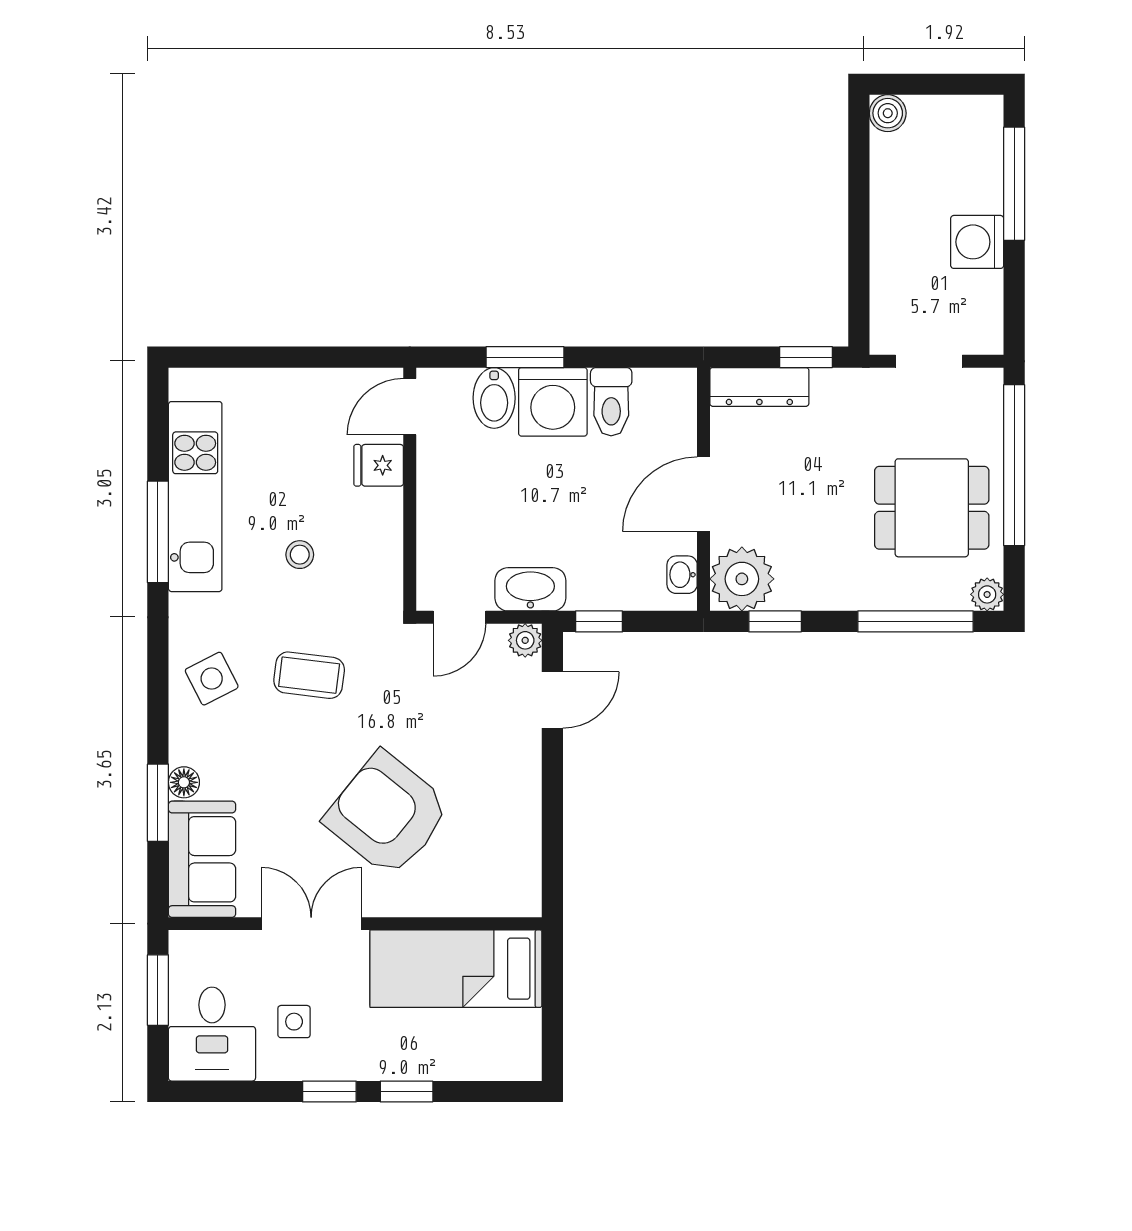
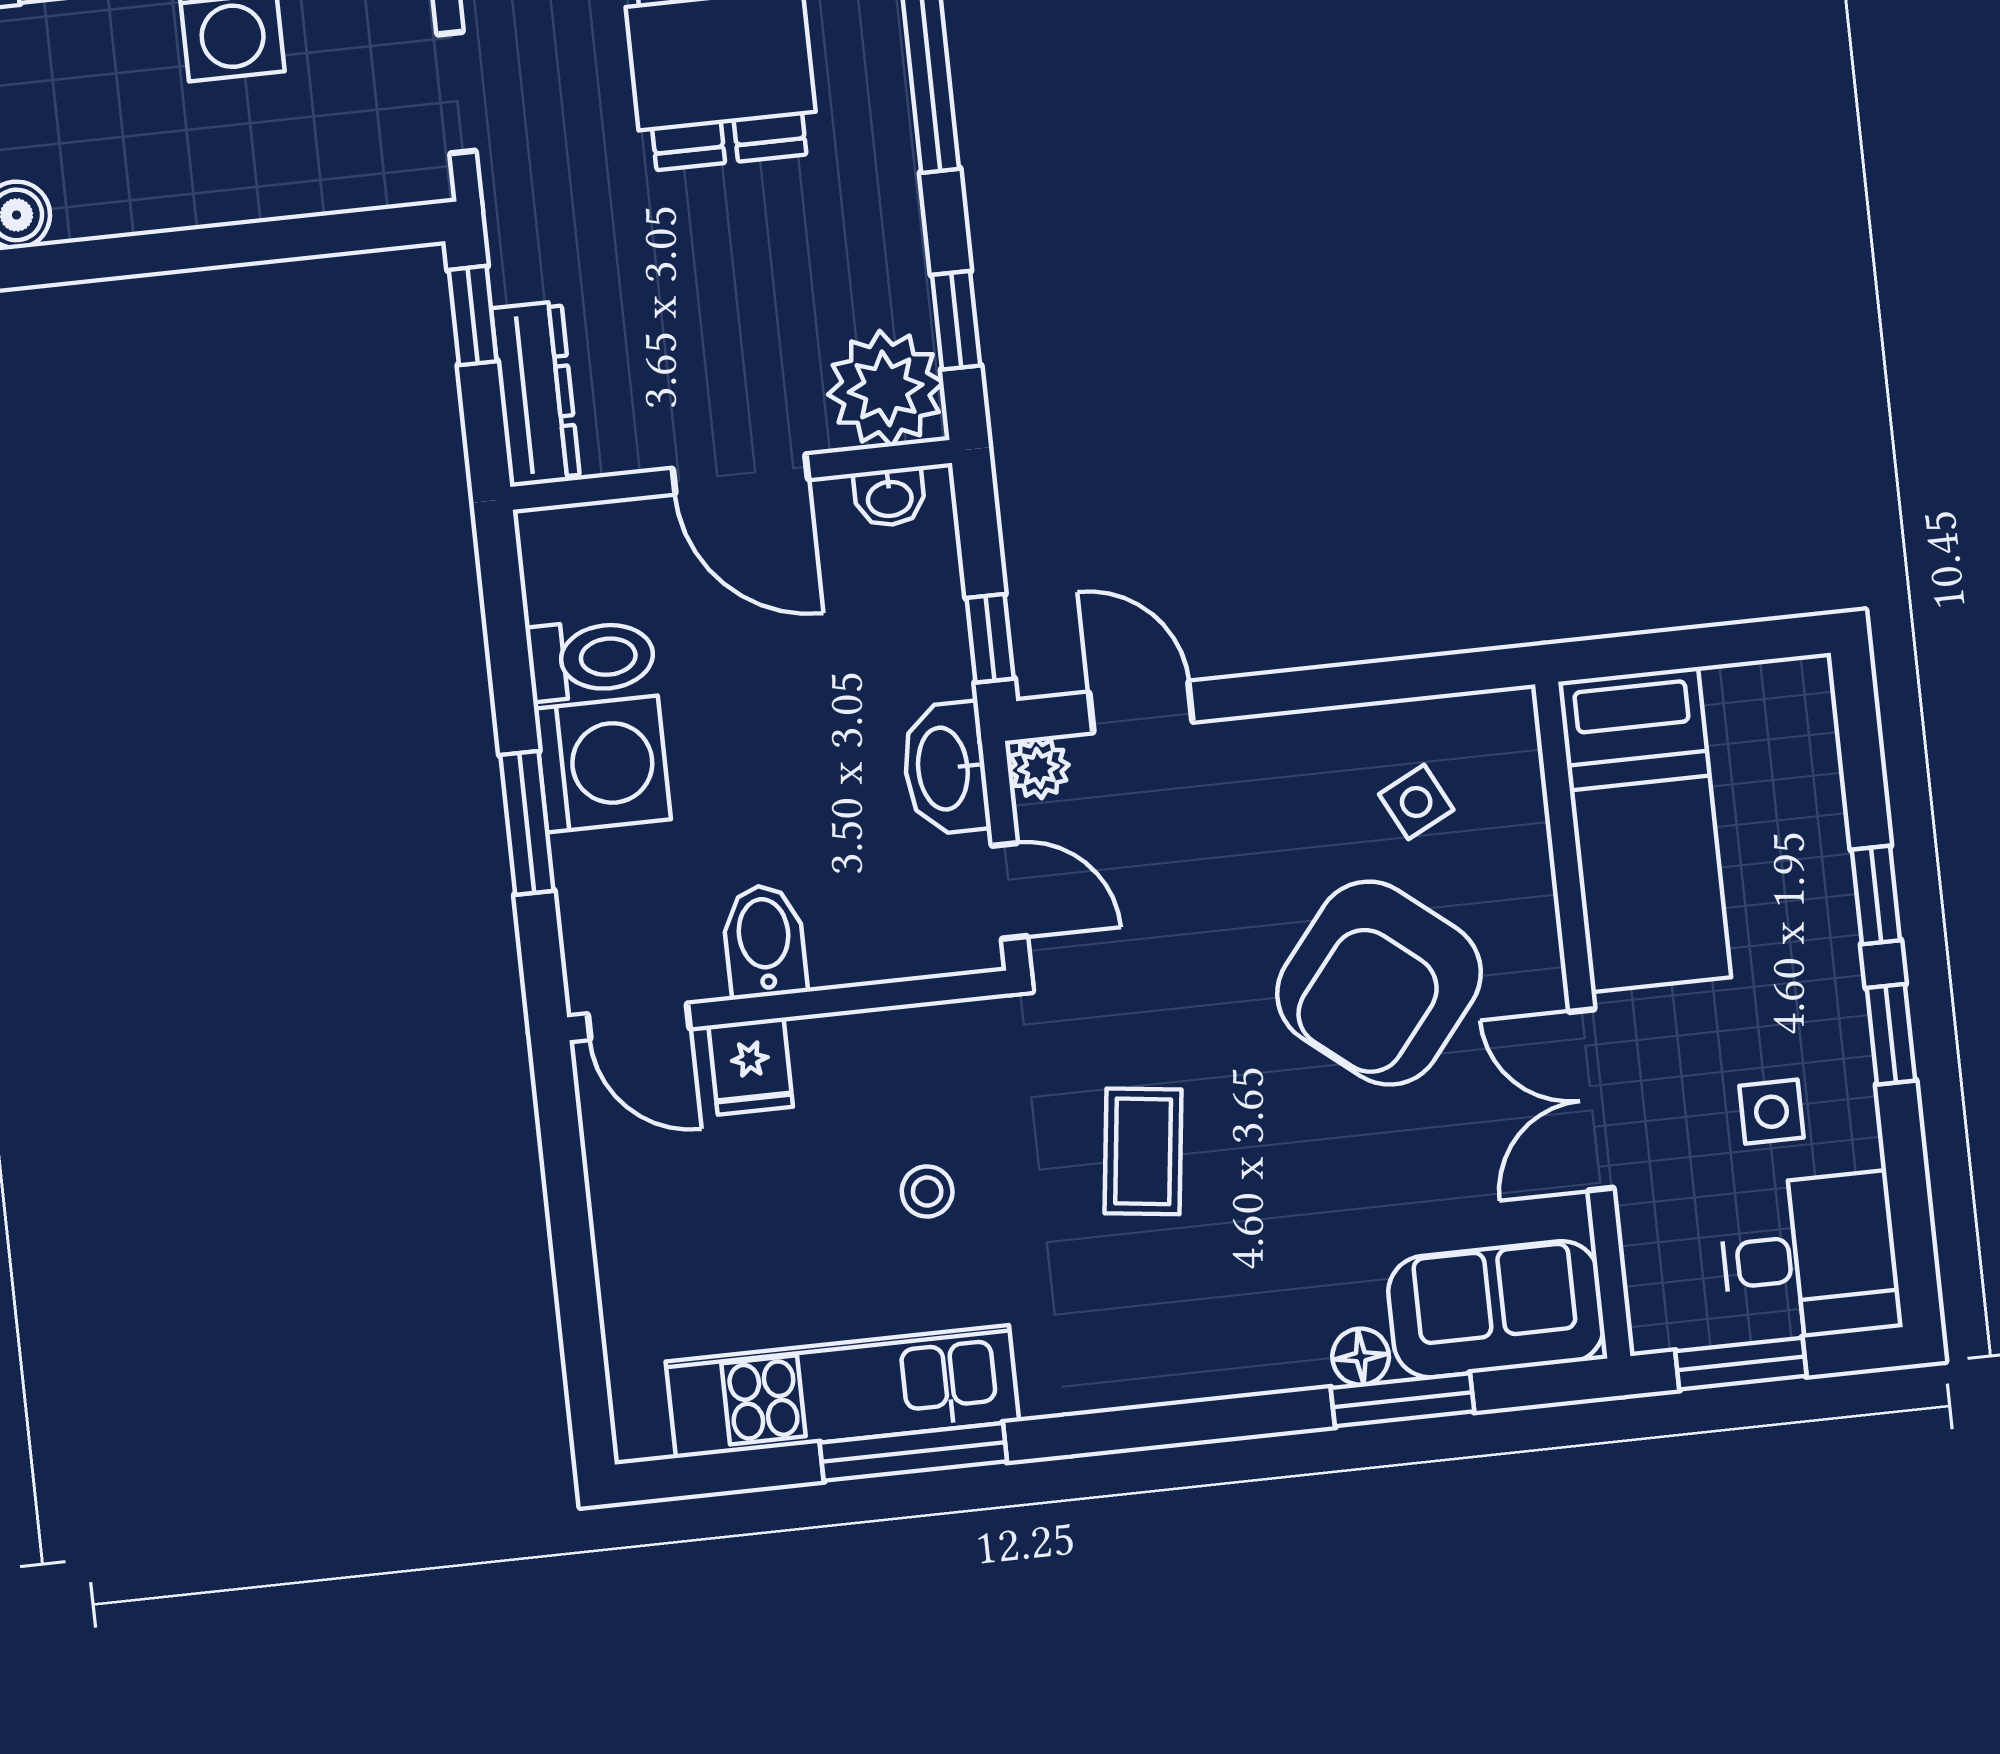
bidet: (494, 398) -> (764, 941), moved, turned -90
side table: (212, 679) -> (1416, 802), moved, width x0.73, depth x0.73

